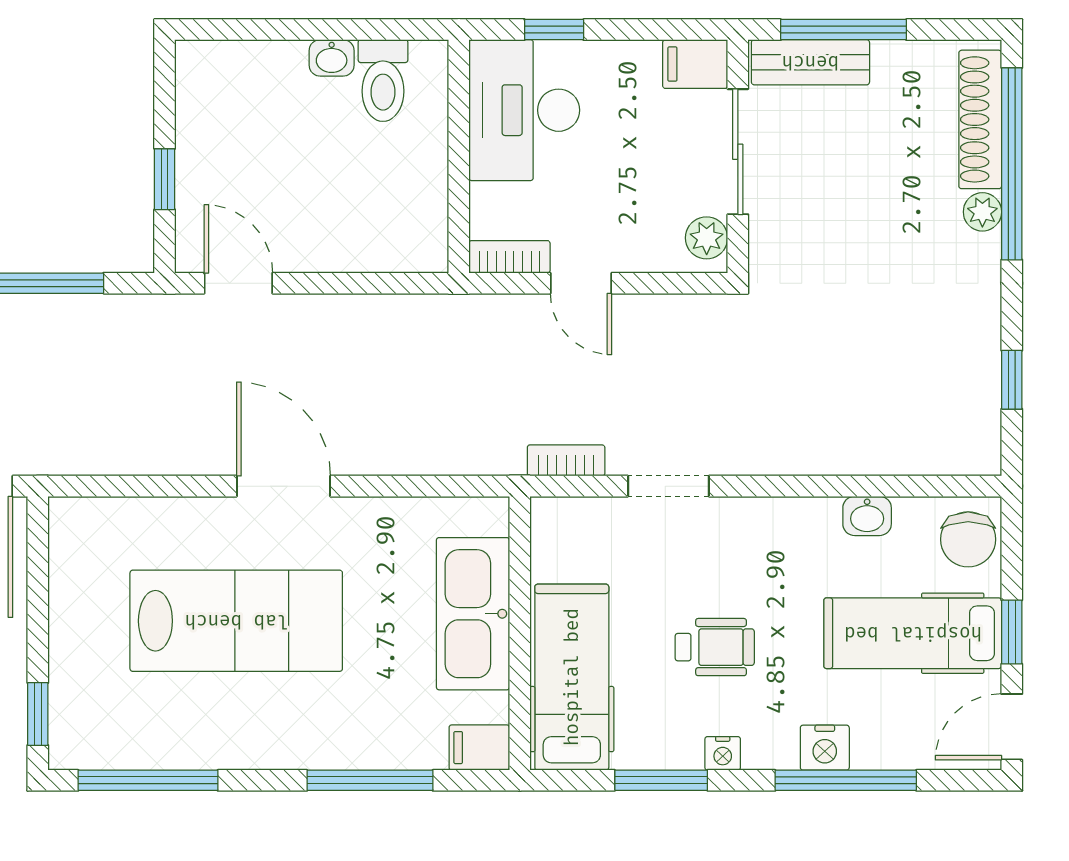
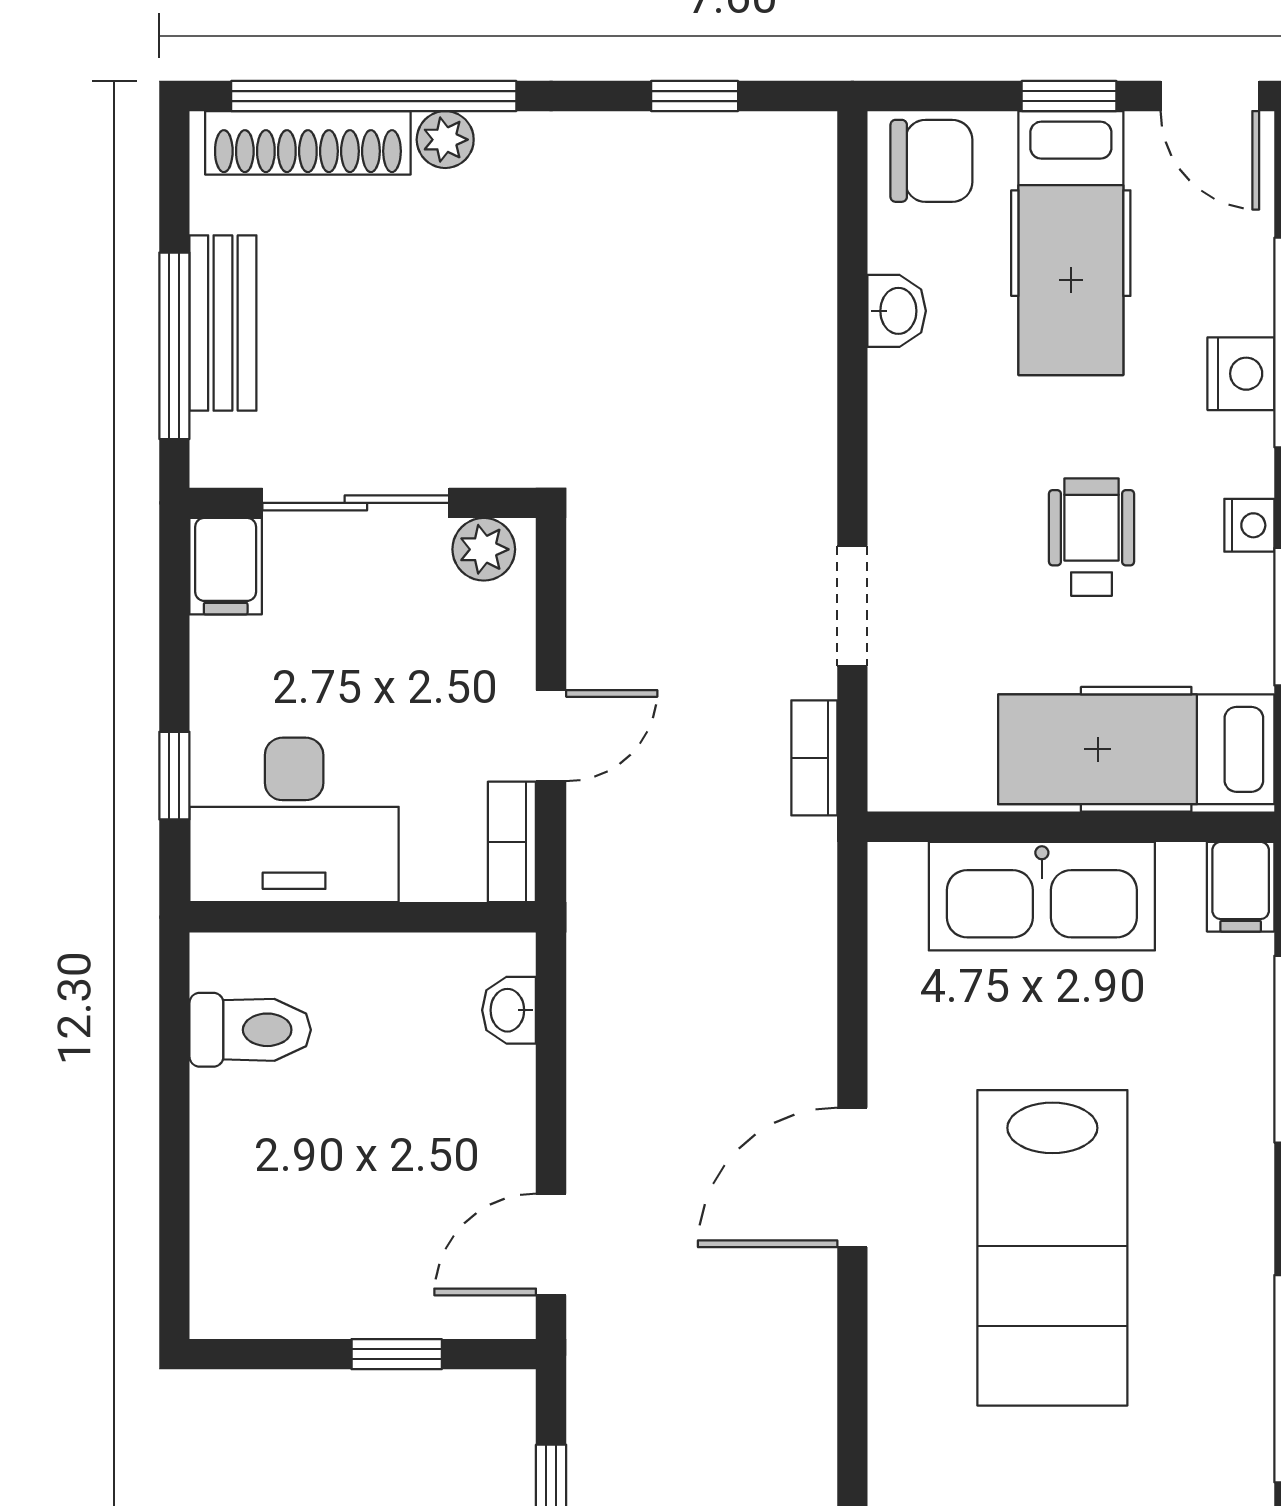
washbasin: (332, 58) -> (509, 1010), moved, turned 180
bench: (810, 62) -> (223, 323), moved
lab bench: (236, 621) -> (1052, 1248), turned 180

